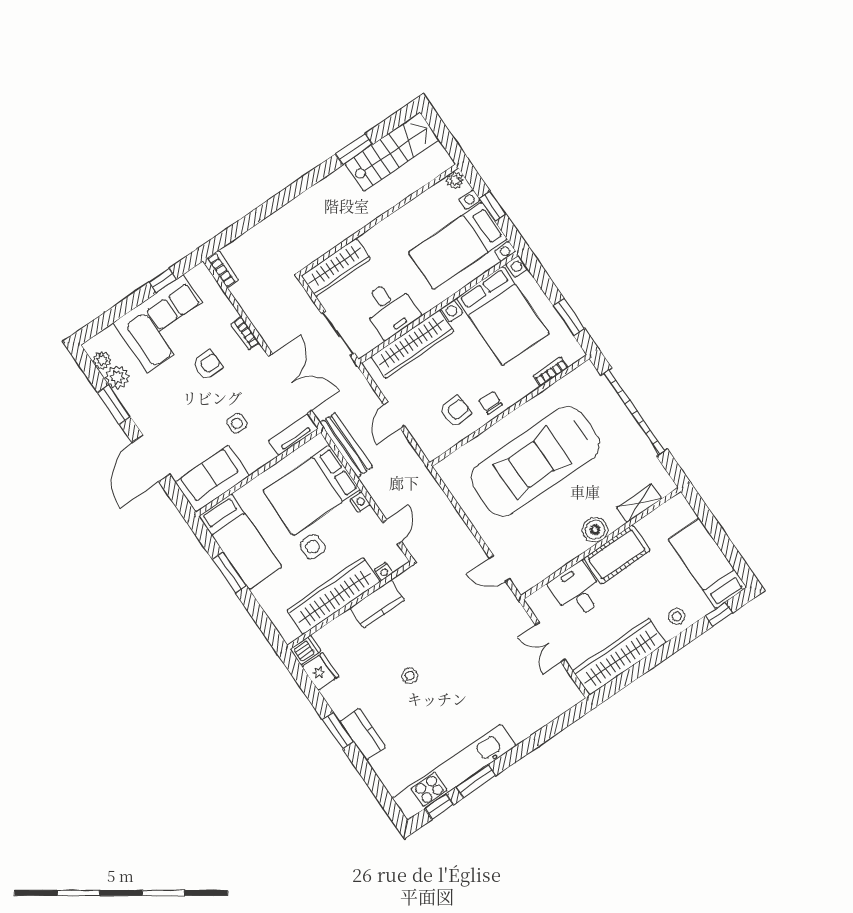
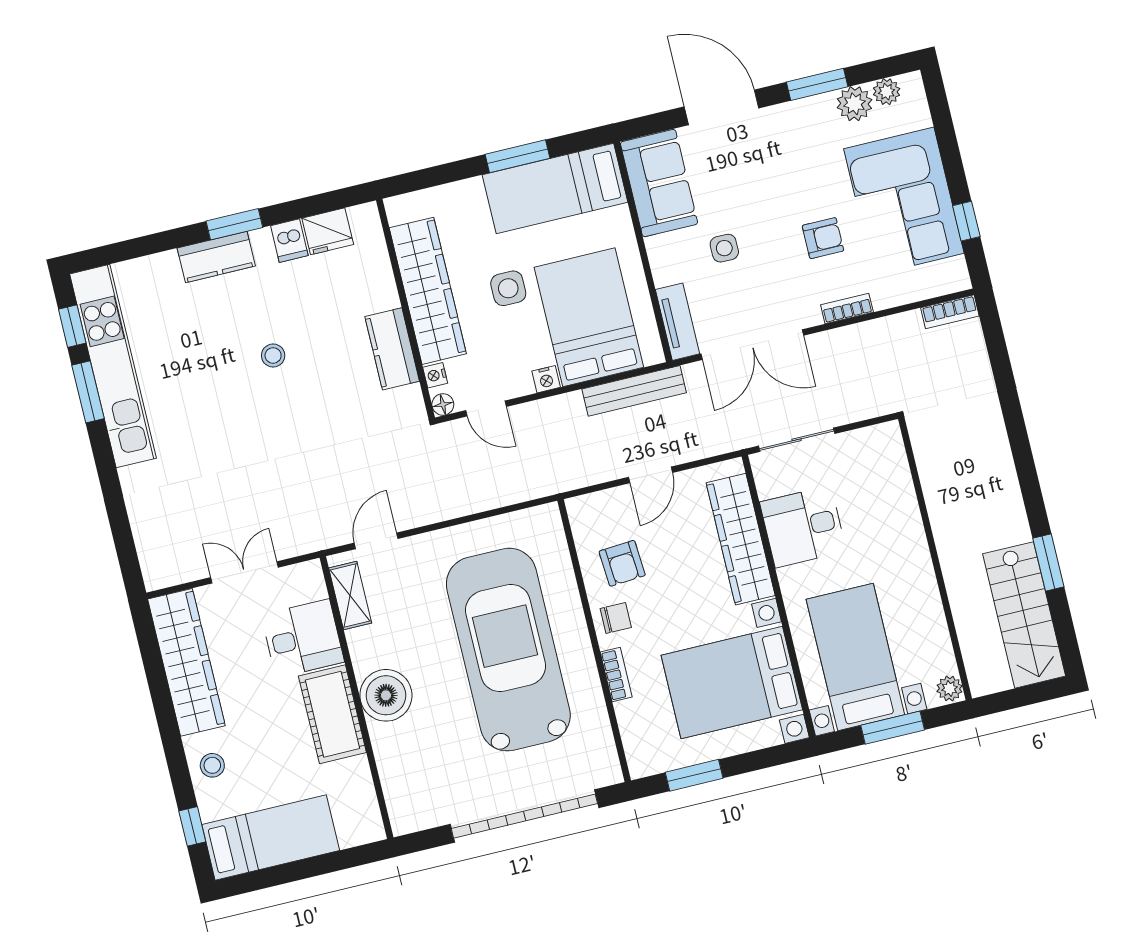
window: (493, 206) -> (893, 728), width x1.50
wardrobe: (336, 267) -> (891, 473), removed
armchair: (207, 365) -> (823, 238), turned -90
bookcase: (551, 372) -> (616, 675), moved
door: (394, 415) -> (650, 475), swing flipped
shelving: (639, 503) -> (350, 596), moved
boiler: (595, 530) -> (386, 695), width x1.37, depth x1.37
floor lamp: (400, 560) -> (443, 404), added
dishwasher: (306, 650) -> (289, 241), moved

